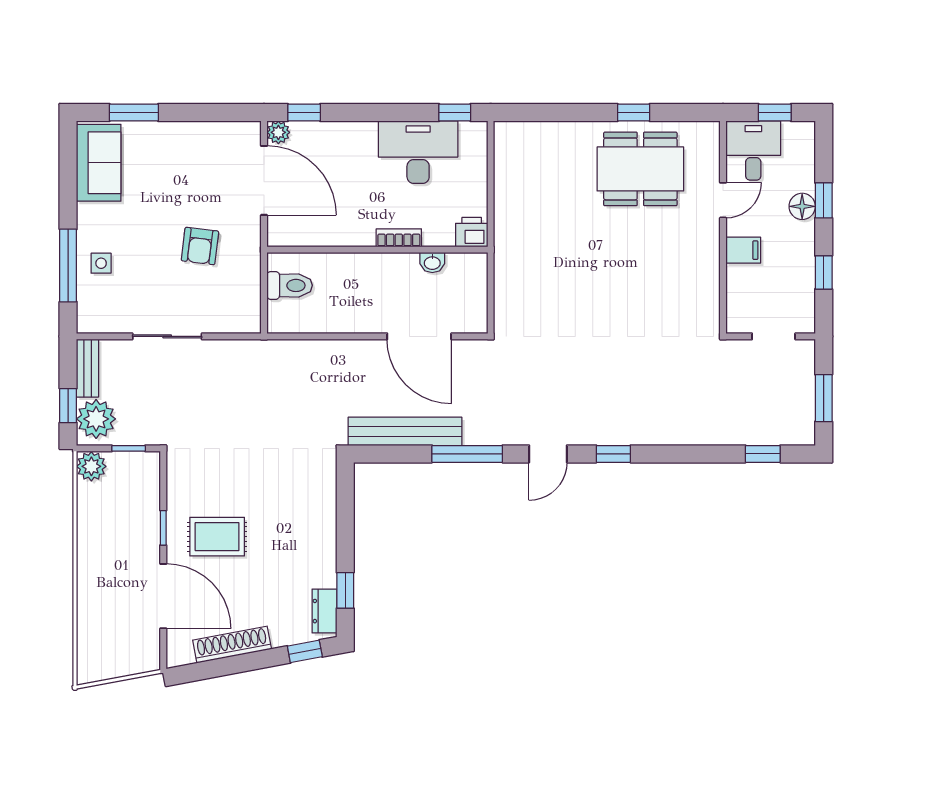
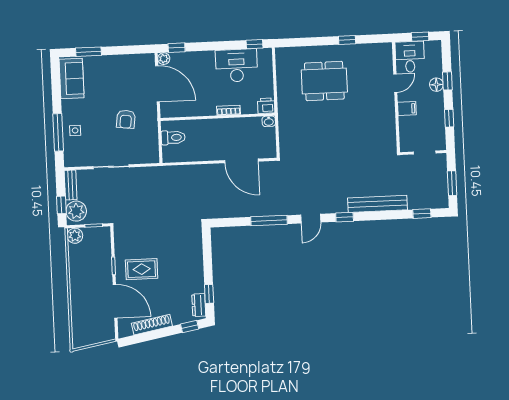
dining table: (640, 169) -> (324, 81), moved
washbasin: (432, 263) -> (269, 121), moved
bench: (405, 431) -> (378, 204), moved

